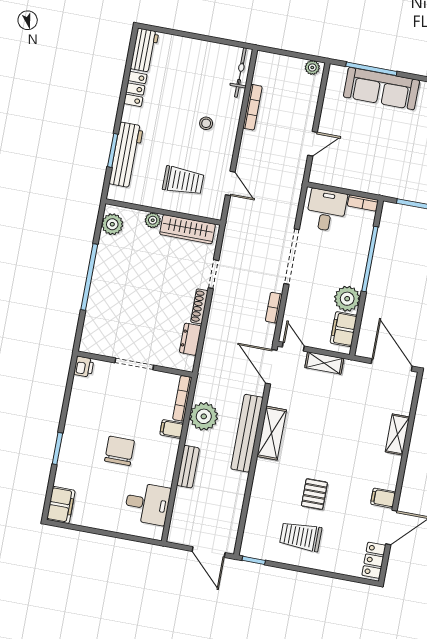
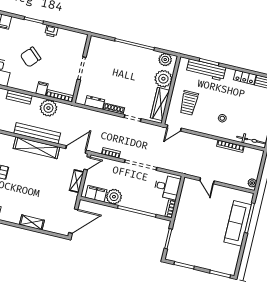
door: (230, 183) -> (174, 128), moved
plant: (153, 220) -> (163, 79), width x1.88, depth x1.88
printer: (84, 367) -> (51, 31), moved
shelving: (272, 433) -> (36, 148), width x1.47
chair: (120, 451) -> (31, 57), turned 132

